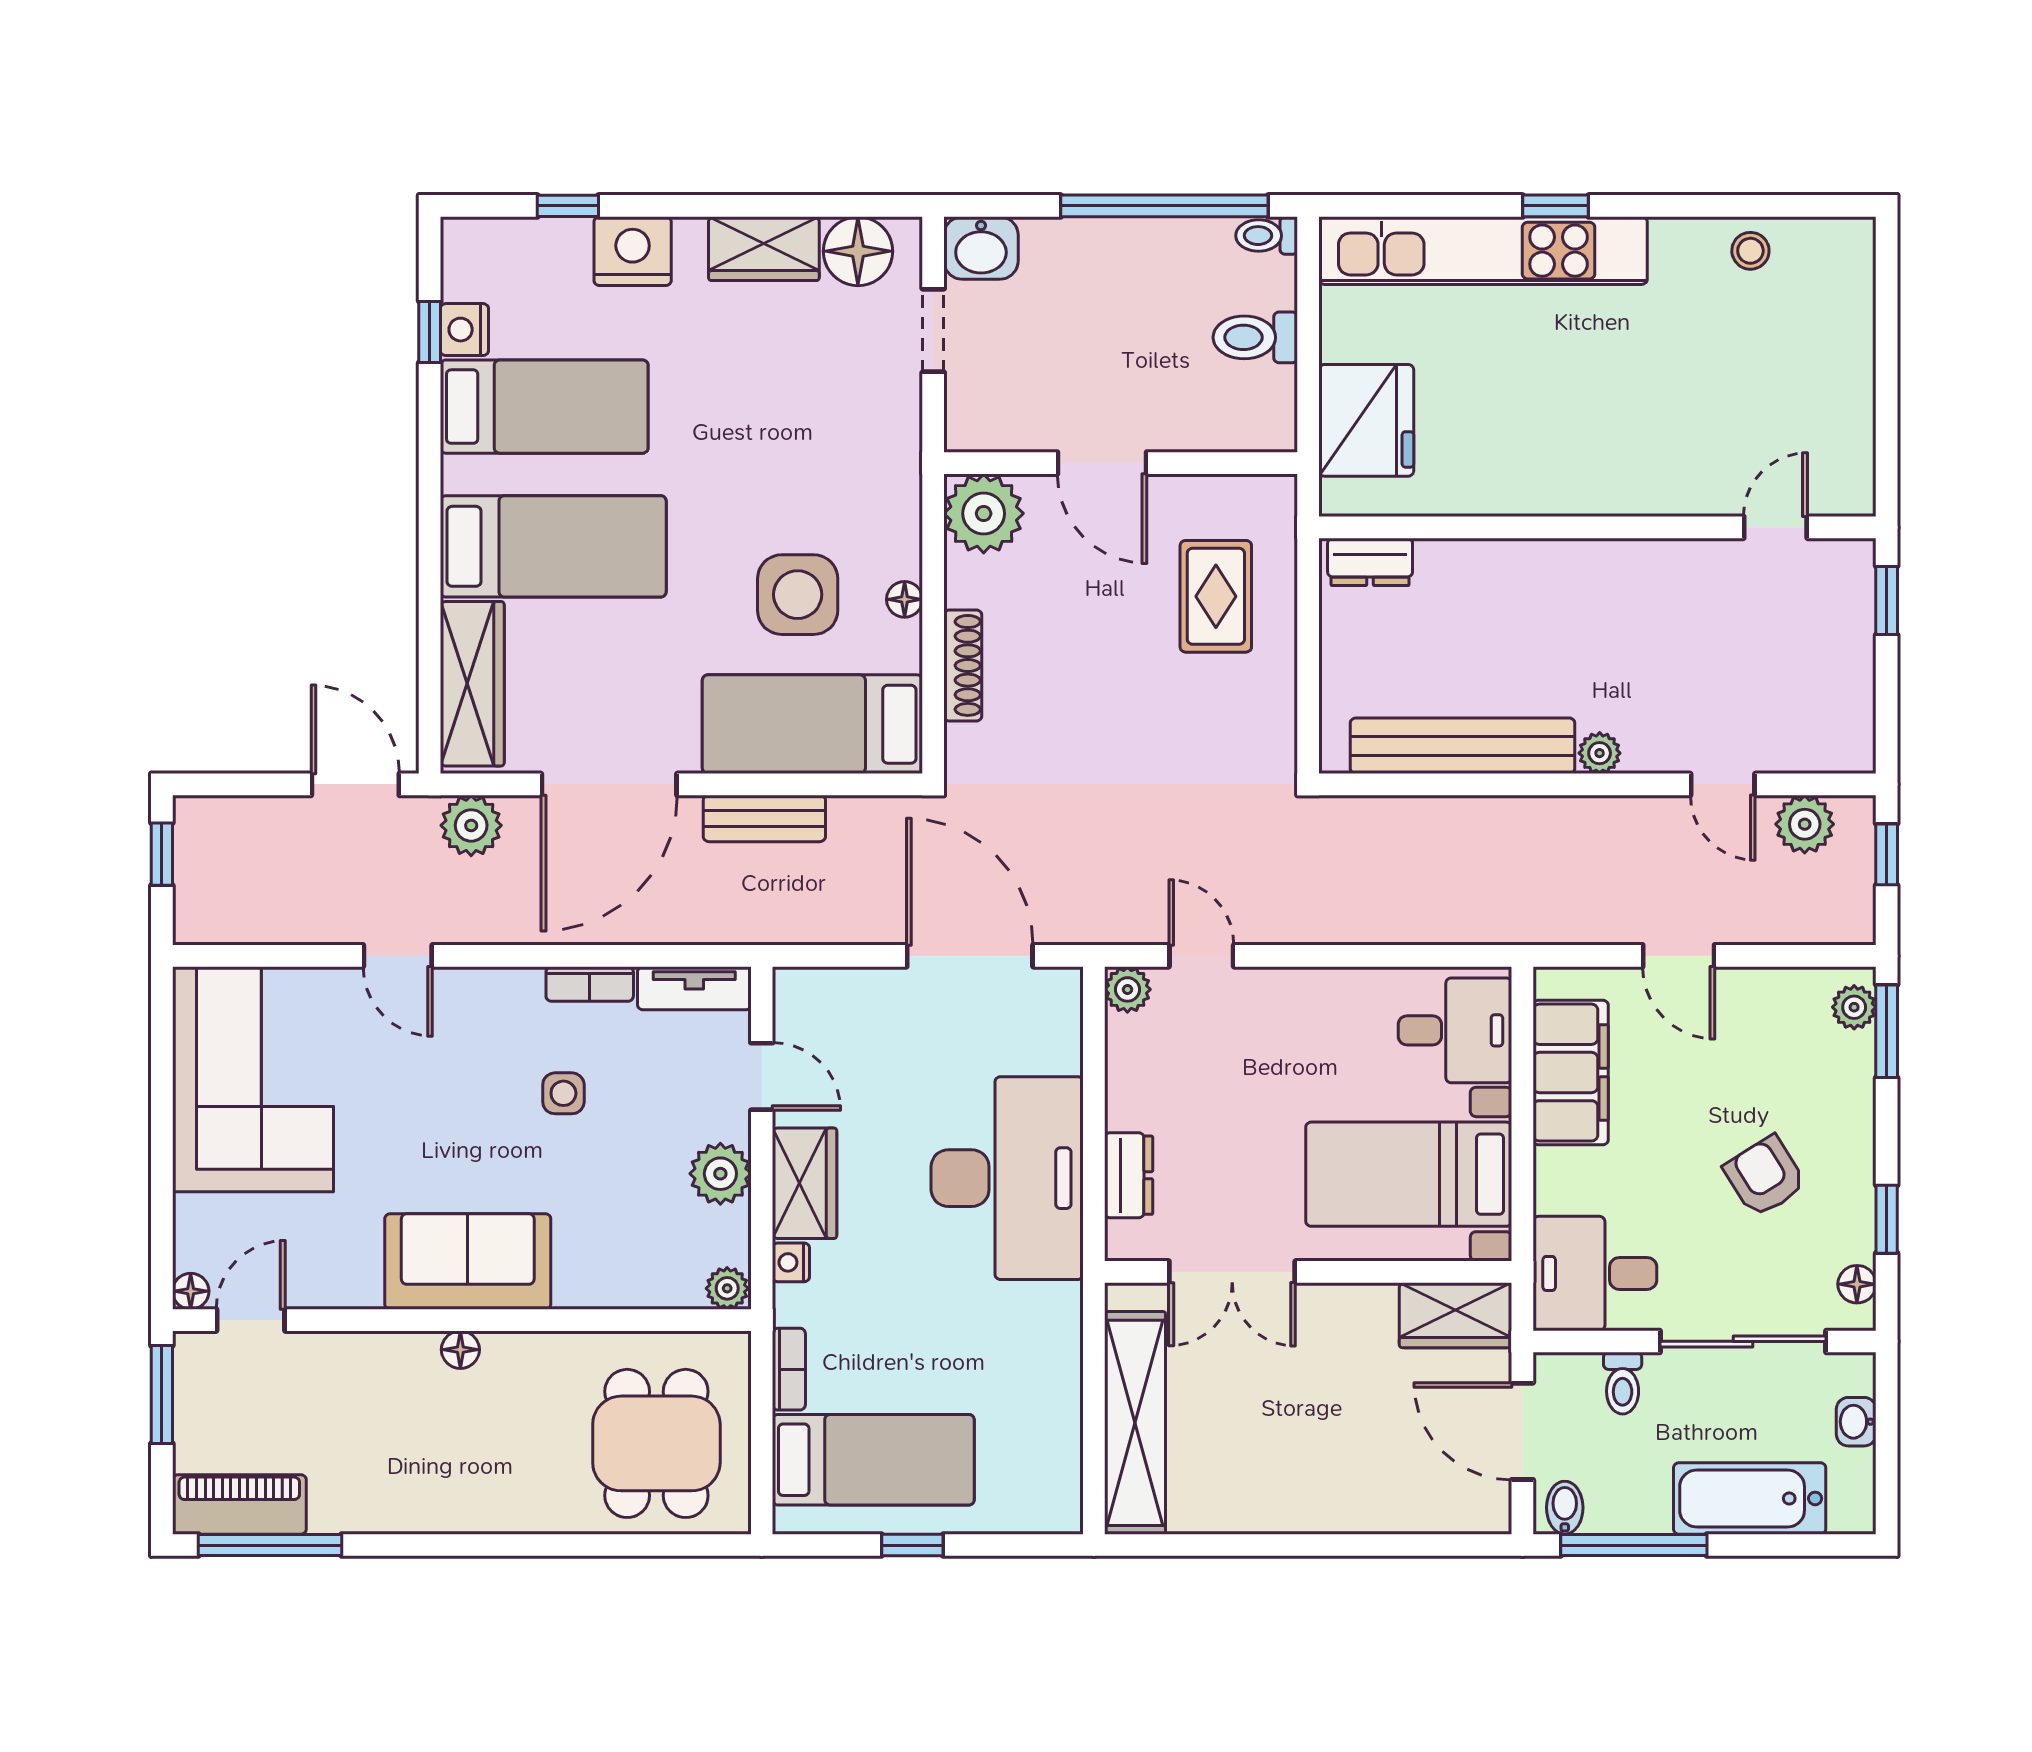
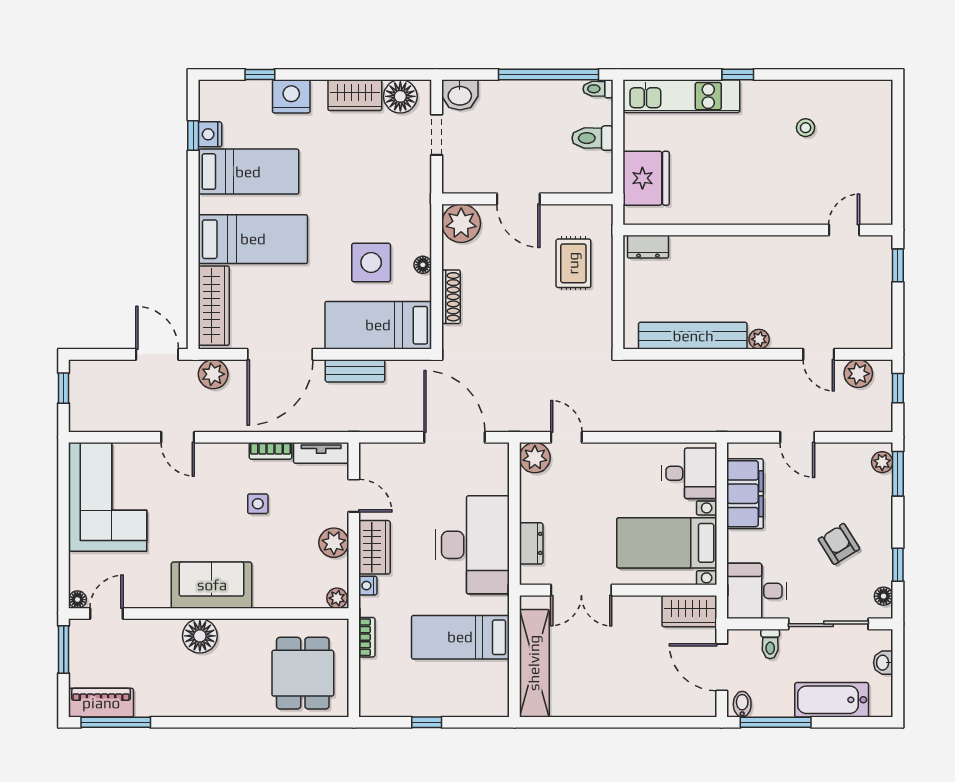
kitchen unit: (1483, 251) -> (681, 96), width x0.73
stool: (1750, 251) -> (806, 128), moved
plant: (1127, 989) -> (535, 458), width x1.38, depth x1.38
floor lamp: (460, 1350) -> (200, 636), width x1.89, depth x1.89
bed: (873, 1460) -> (460, 637), moved, turned 180

